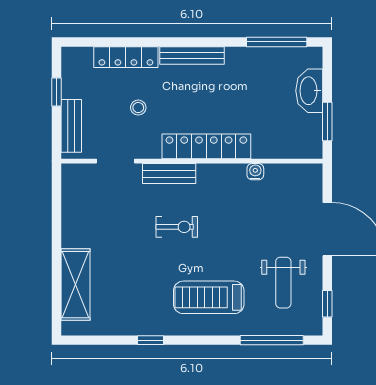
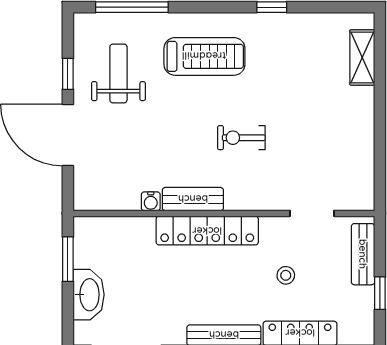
bench: (169, 174) -> (193, 199), moved
shelving: (75, 285) -> (362, 57), width x0.67, depth x0.75
window: (327, 304) -> (68, 74), moved

